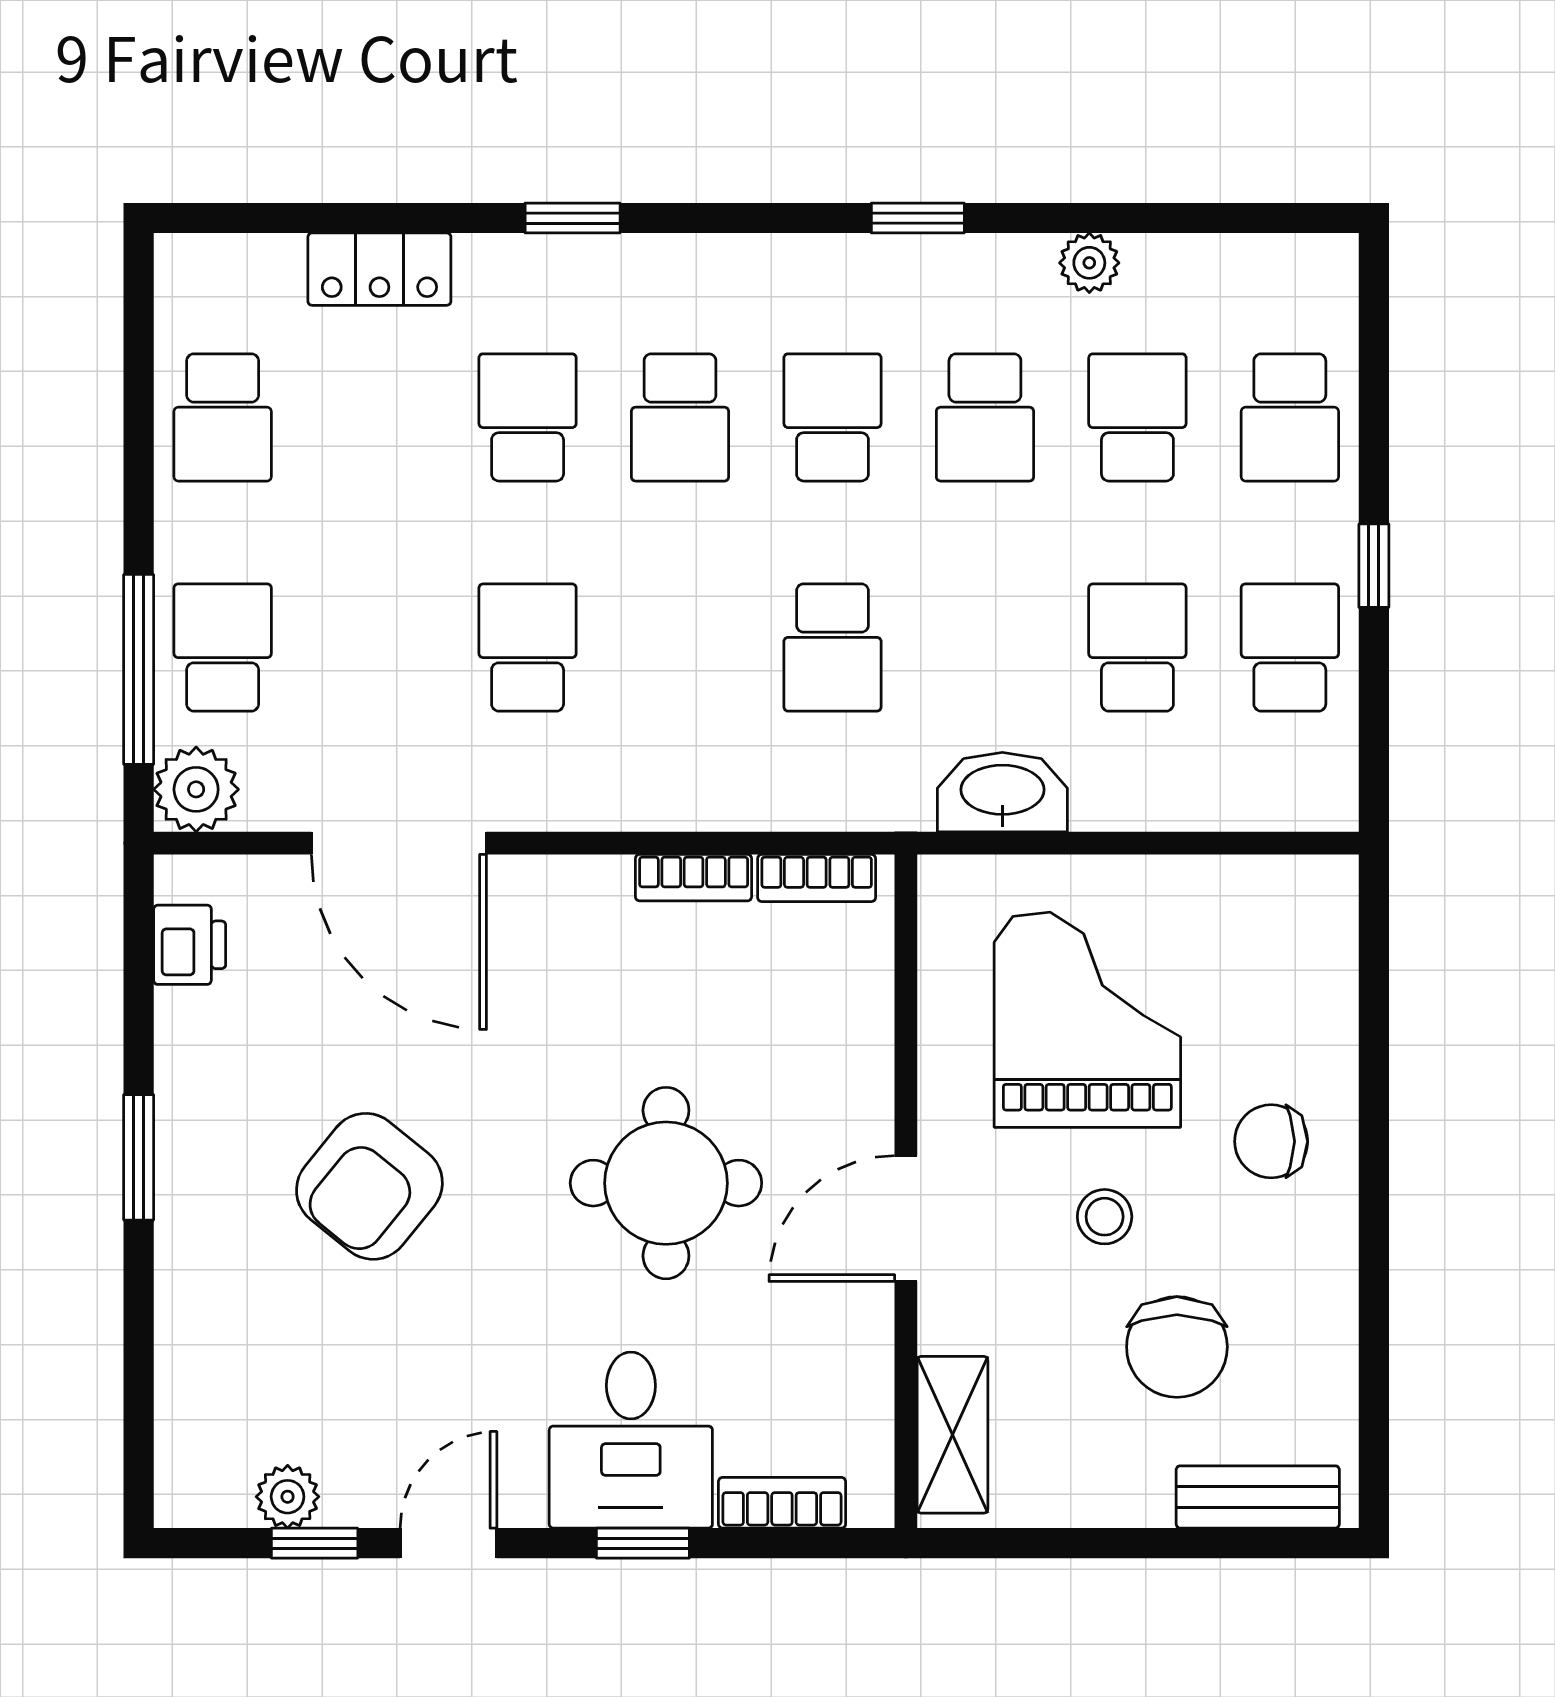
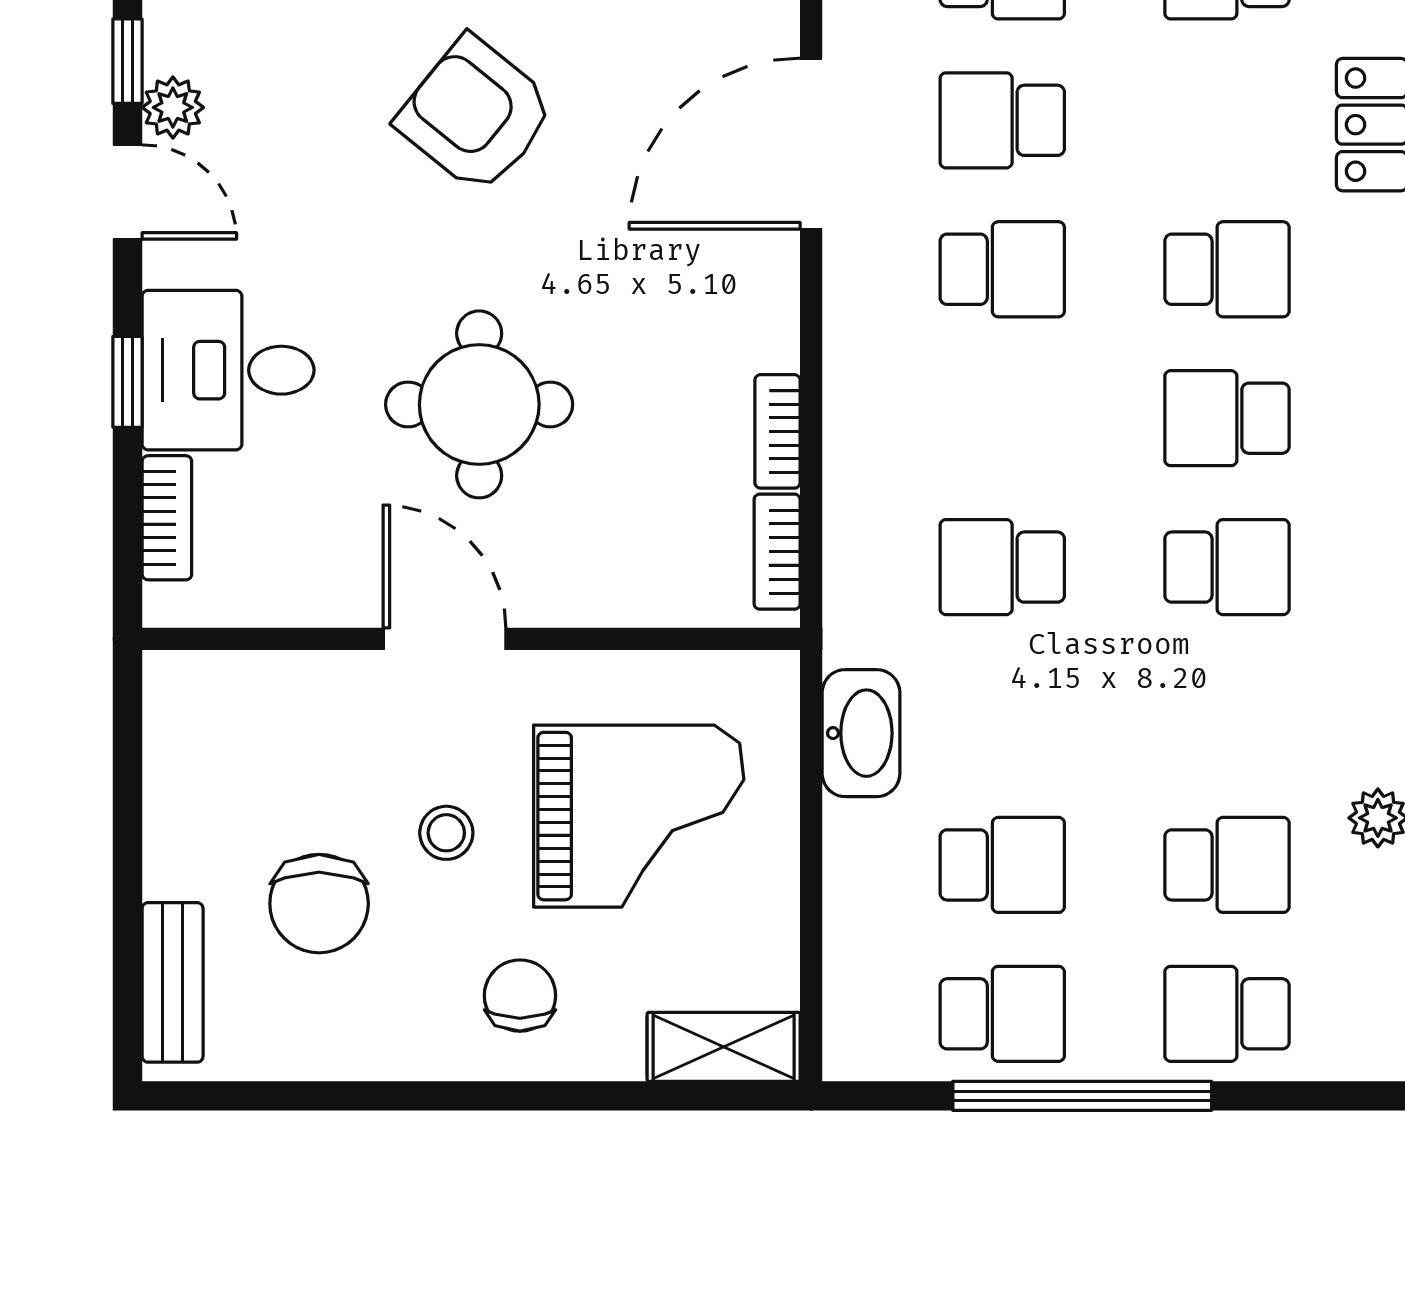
school desk: (985, 417) -> (1002, 120), moved
window: (1374, 566) -> (1082, 1096), width x3.17
chair: (1177, 1347) -> (319, 904), turned -90
shelving: (952, 1435) -> (724, 1047), moved
plant: (288, 1497) -> (173, 107), moved

